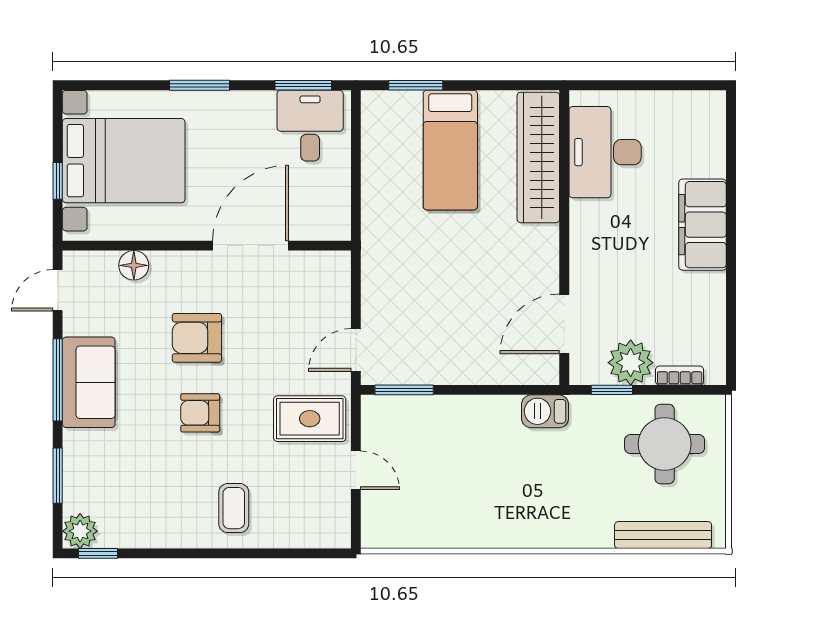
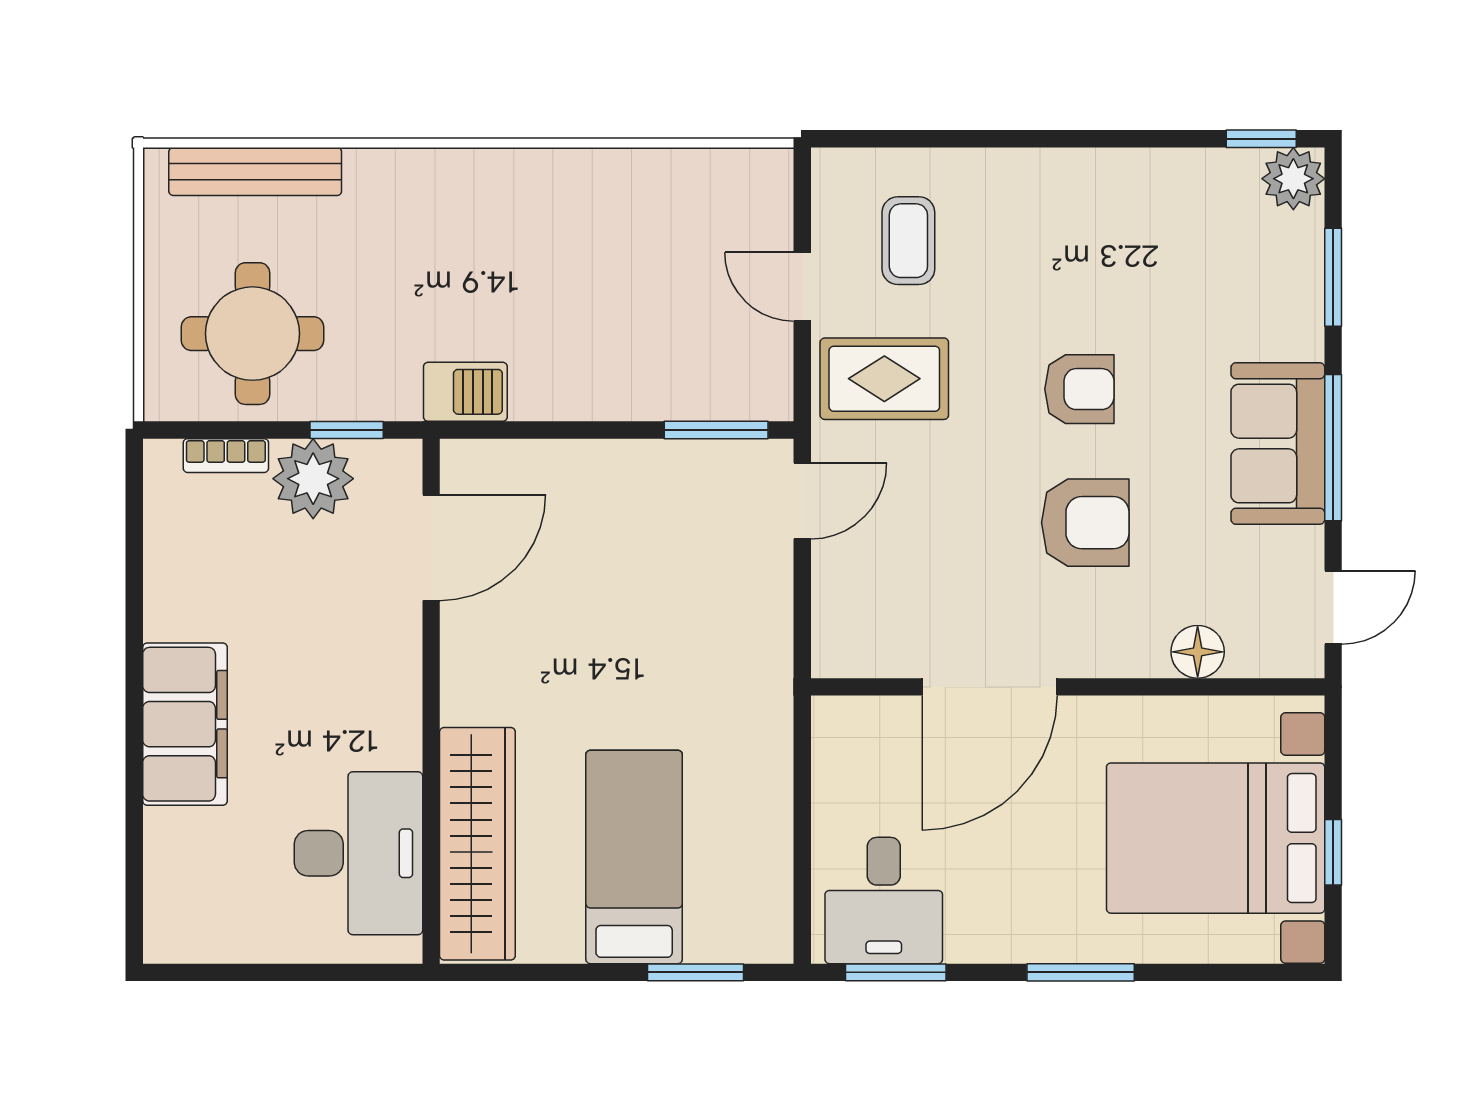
window: (58, 181) -> (1333, 852), moved
coffee table: (234, 508) -> (908, 241), moved

